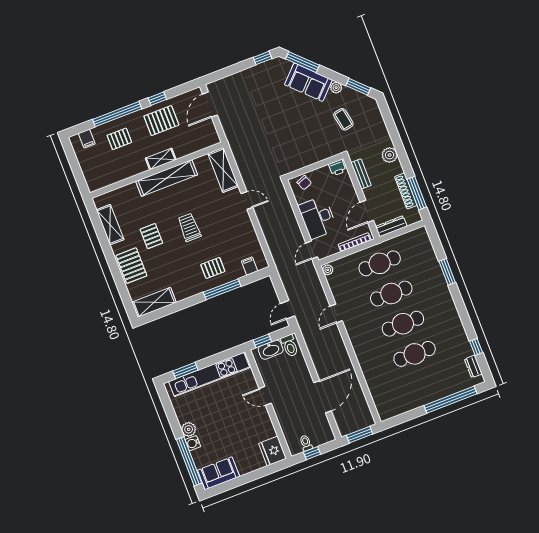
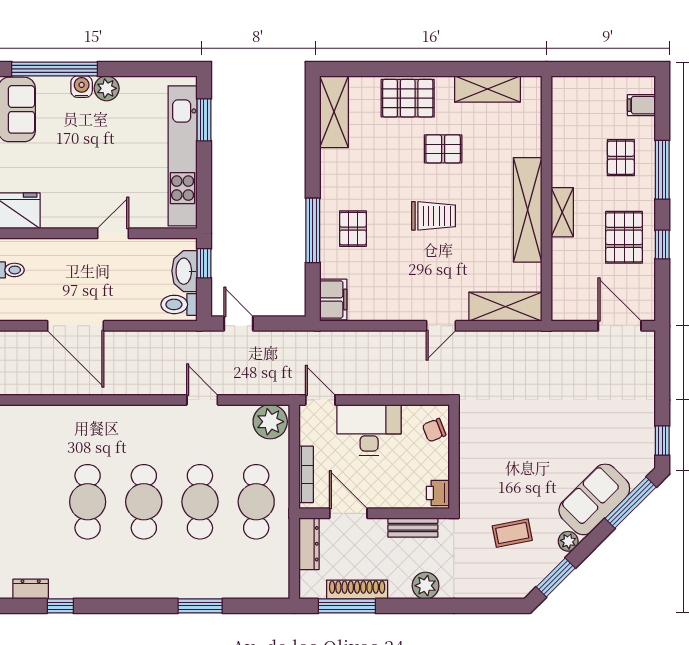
window: (117, 114) -> (662, 170), width x0.68
filing cabinet: (250, 266) -> (333, 299), width x2.00
plant: (328, 270) -> (270, 422), width x1.87, depth x1.87

